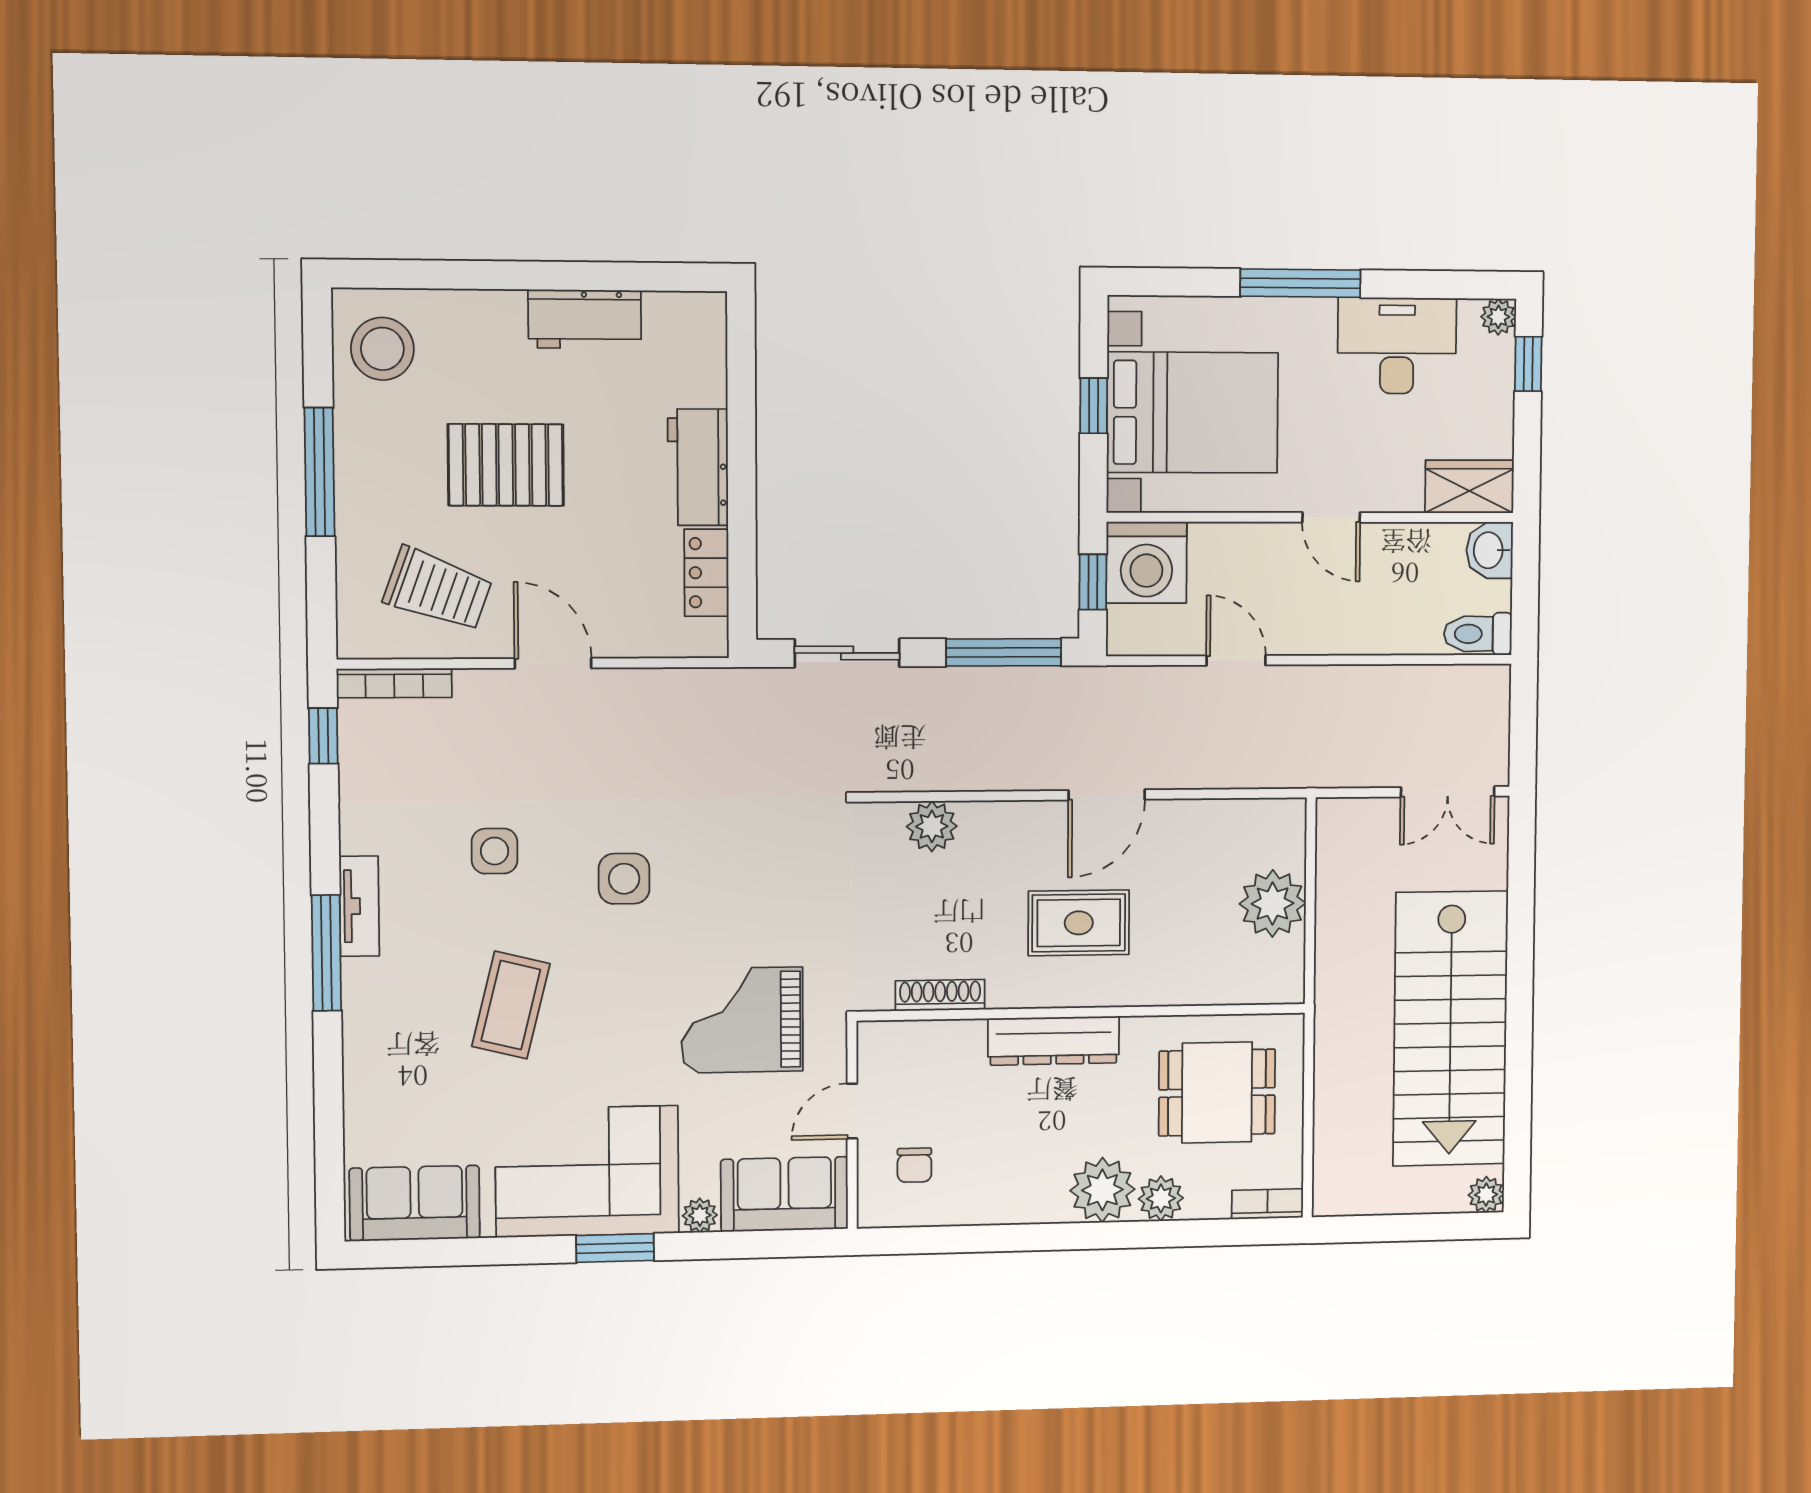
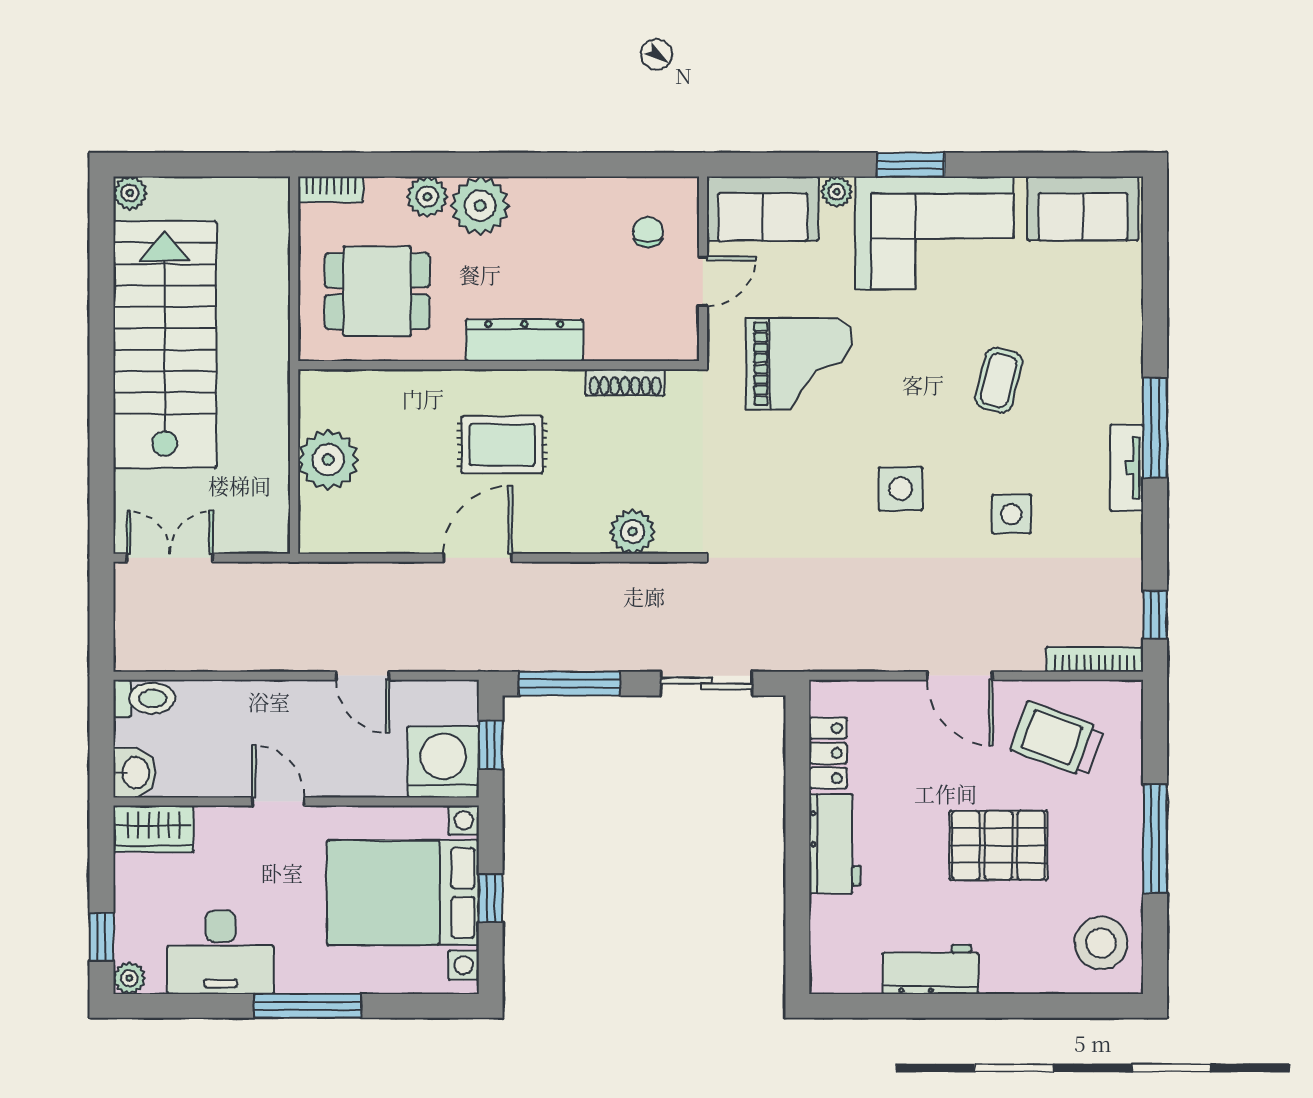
coffee table: (511, 1005) -> (999, 380), width x0.73, depth x0.77

